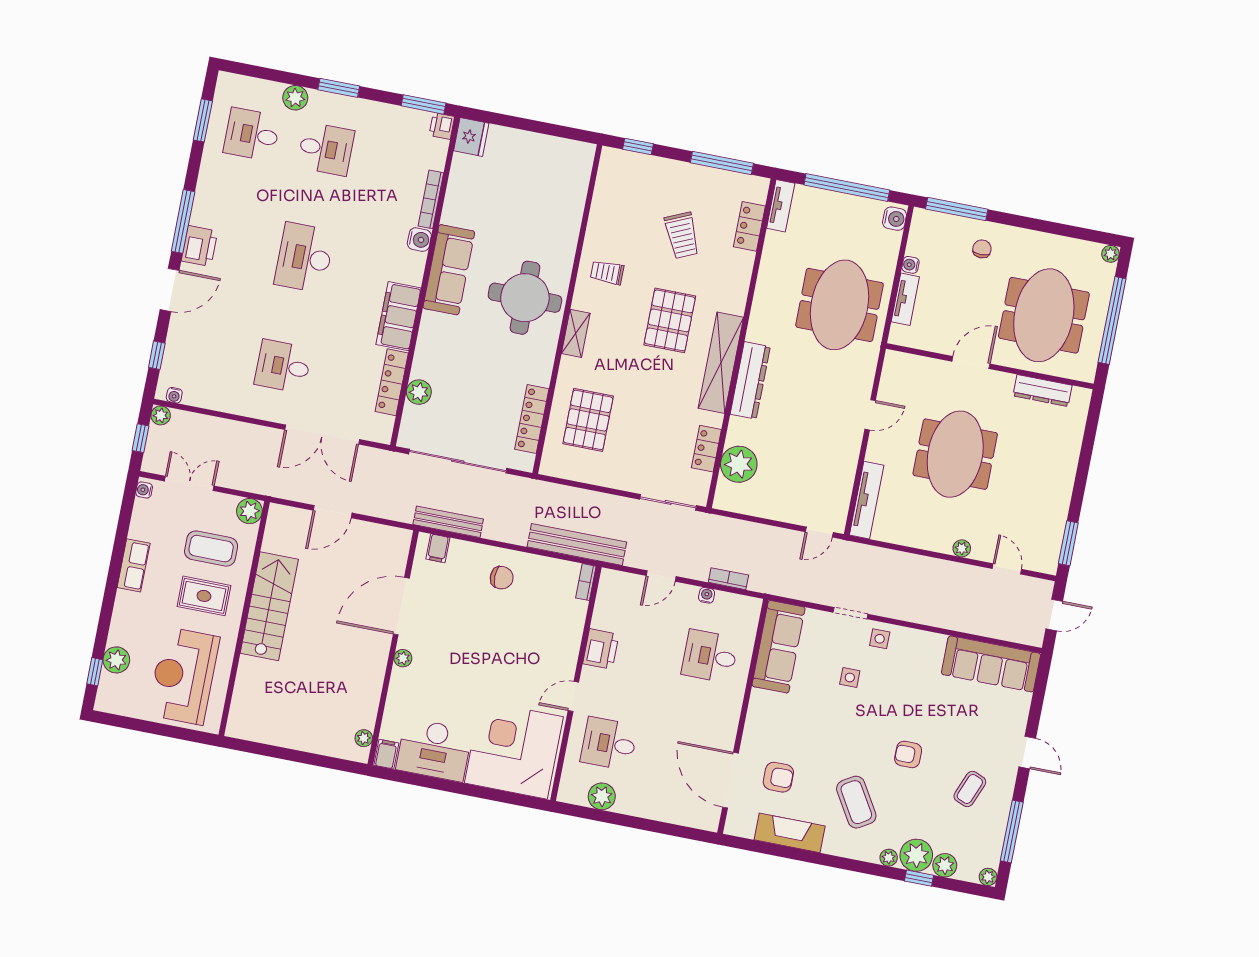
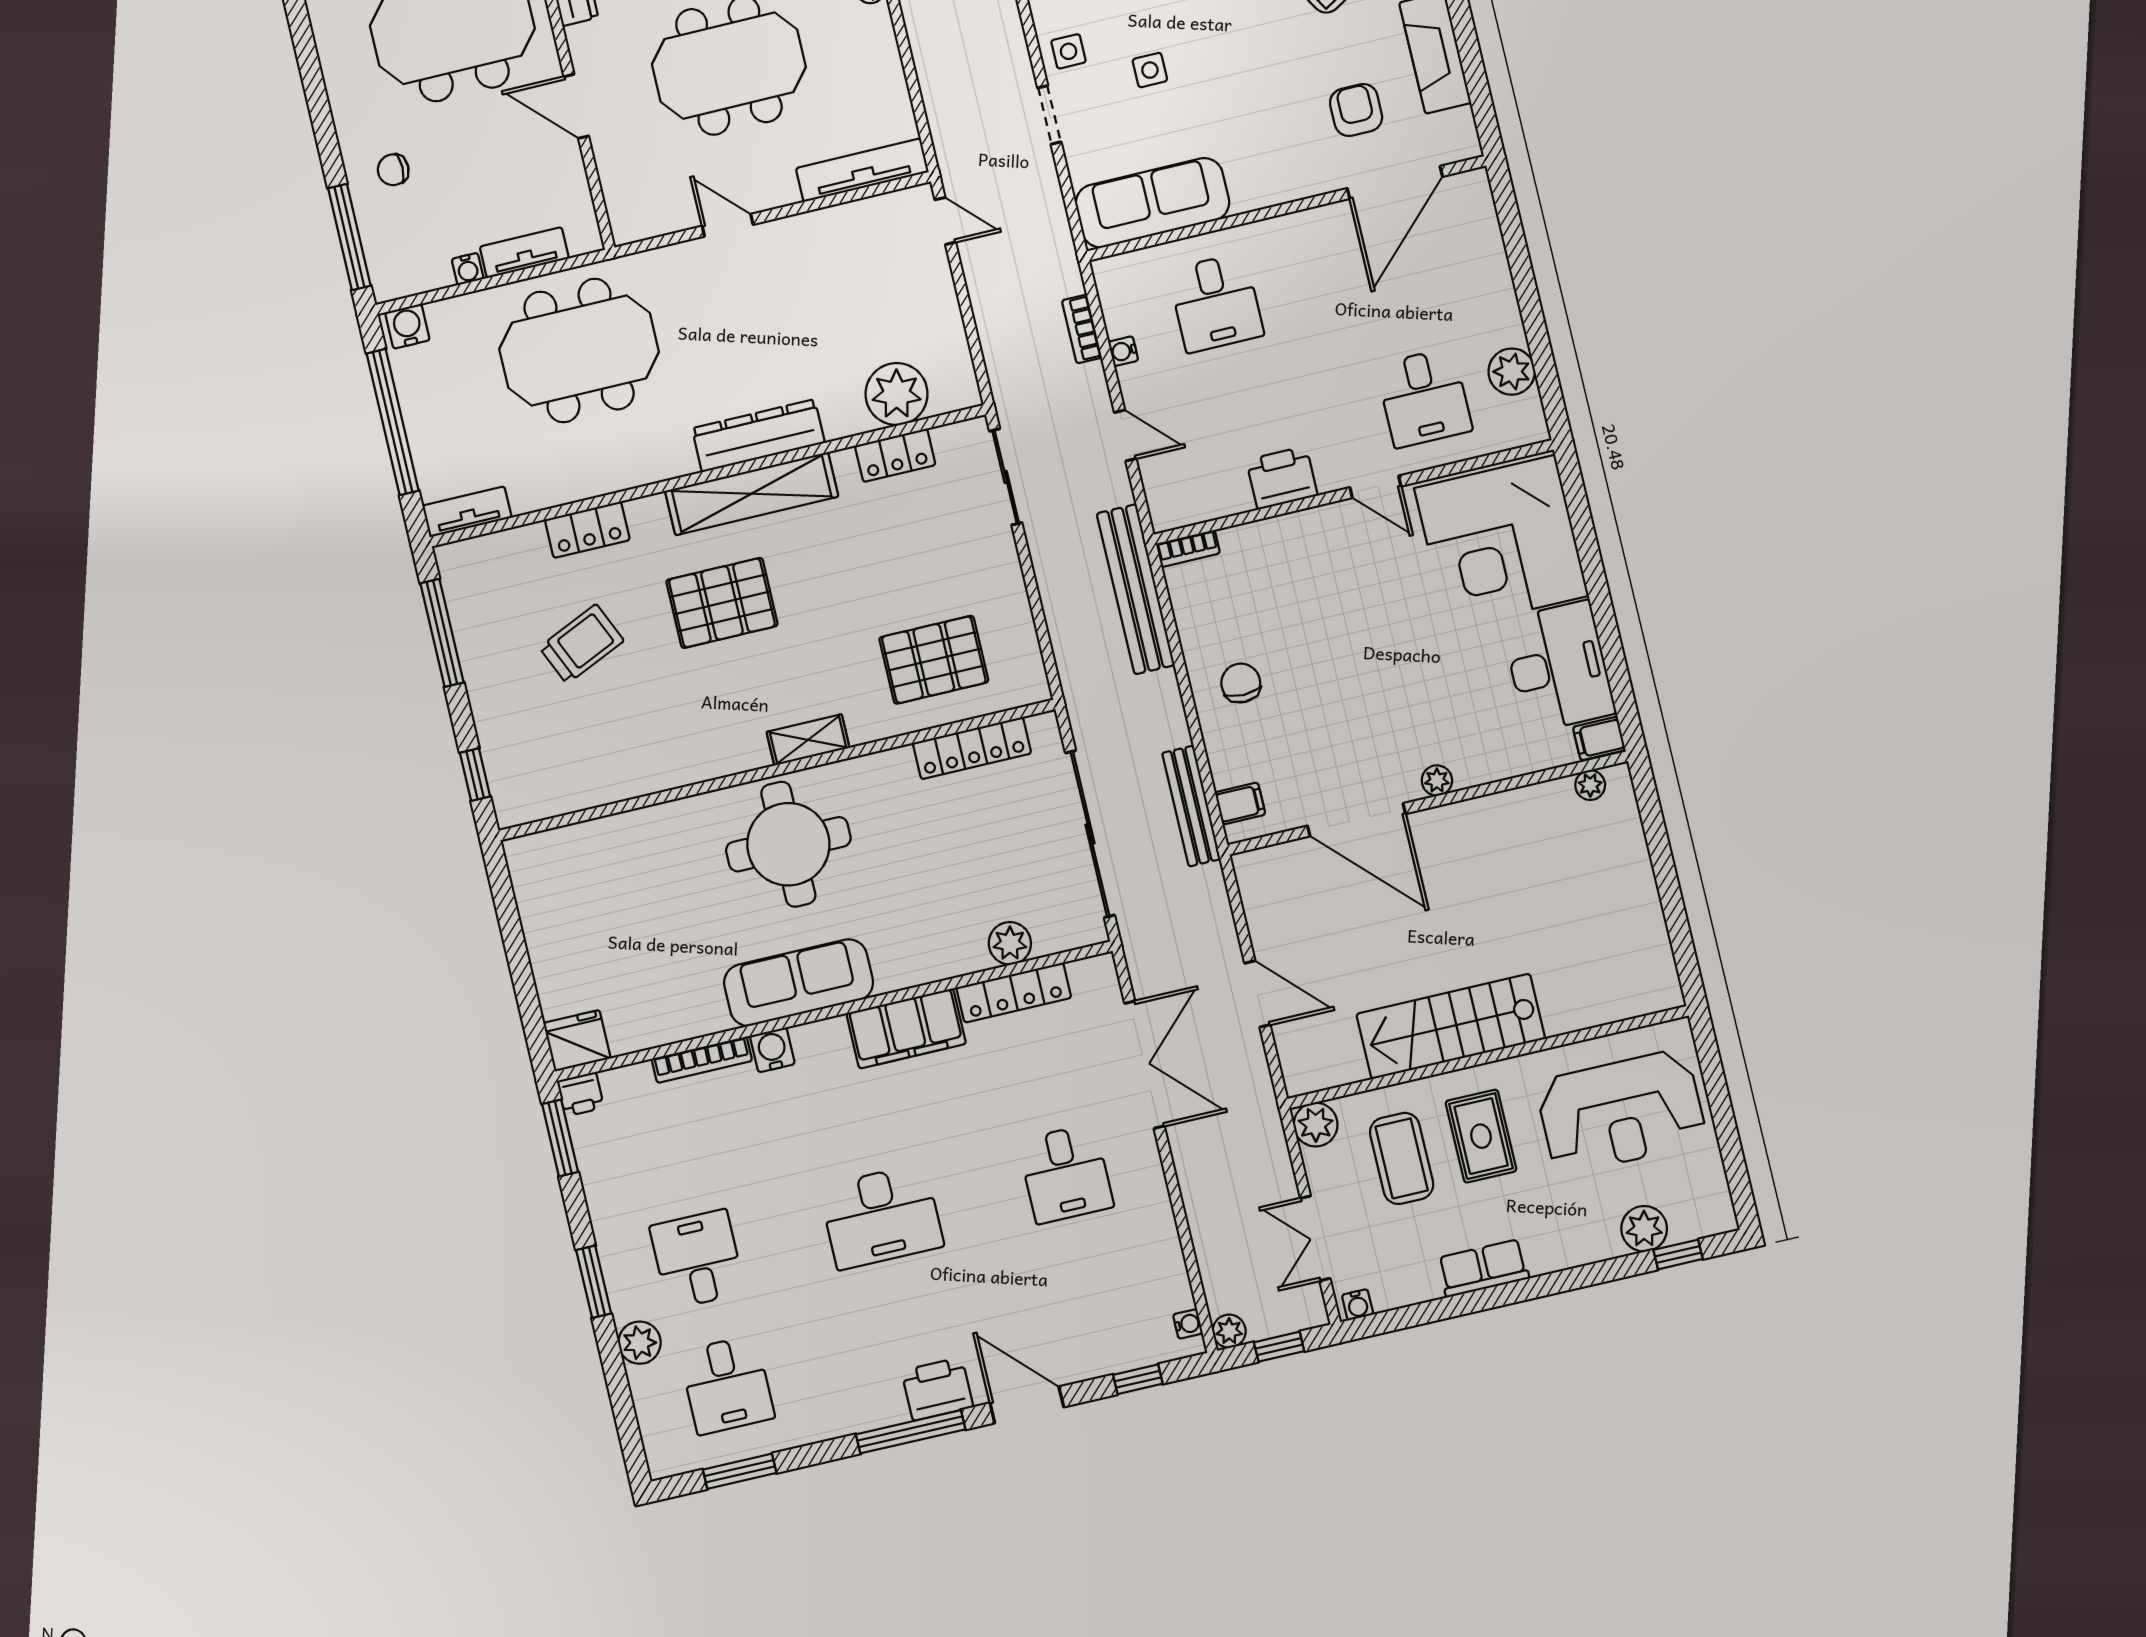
locker: (749, 226) -> (587, 530), moved
trolley: (607, 272) -> (692, 734), removed

